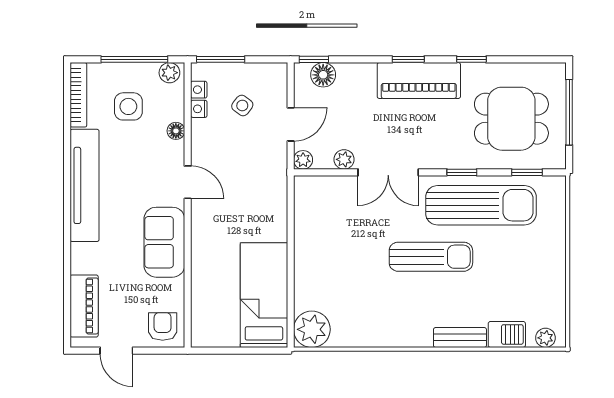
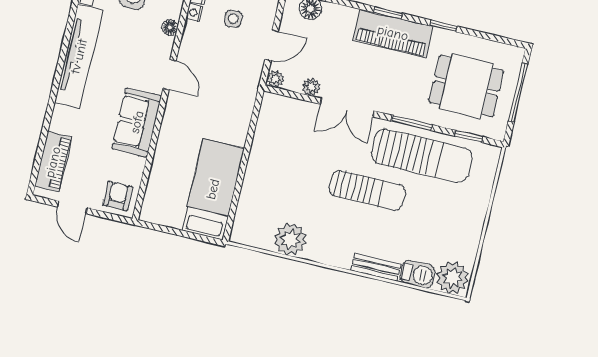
side table: (242, 105) -> (233, 19), turned 45
window: (462, 172) -> (412, 123), width x1.50
plant: (312, 329) -> (291, 239), moved
plant: (545, 338) -> (452, 278), width x1.88, depth x1.88

